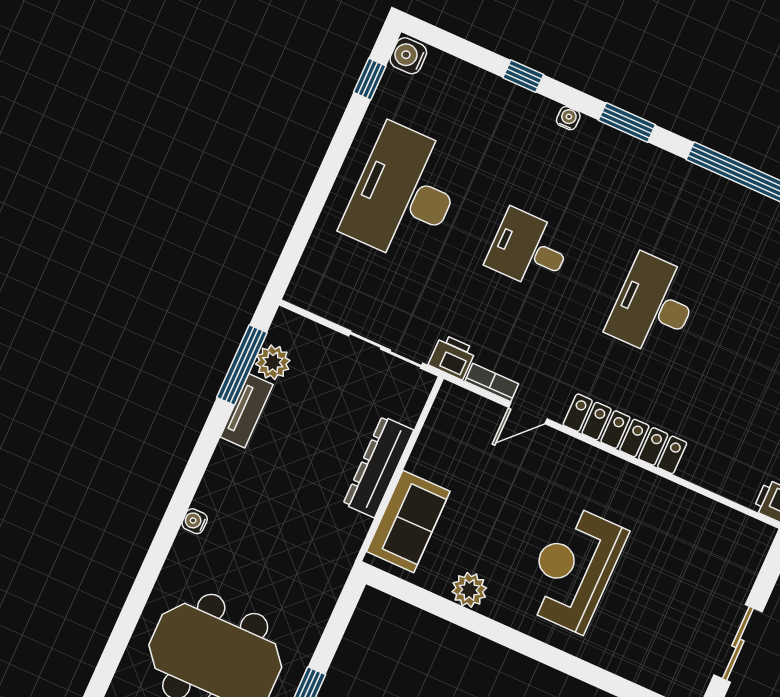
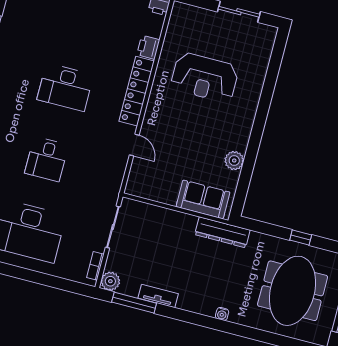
printer: (452, 357) -> (148, 47), moved
plant: (273, 362) -> (110, 281), moved
bookcase: (492, 383) -> (95, 266), moved
dresser: (378, 467) -> (222, 232), moved
reception desk: (574, 569) -> (205, 77), moved

